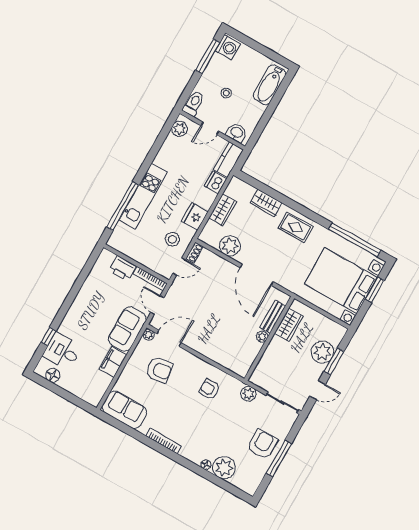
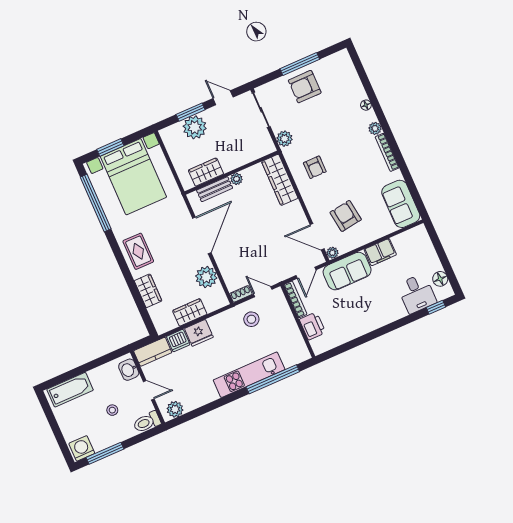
fridge: (195, 216) -> (199, 333), moved
window: (49, 336) -> (436, 307), moved
wardrobe: (229, 360) -> (280, 180), added
plant: (224, 468) -> (375, 128), moved, width x0.53, depth x0.53

